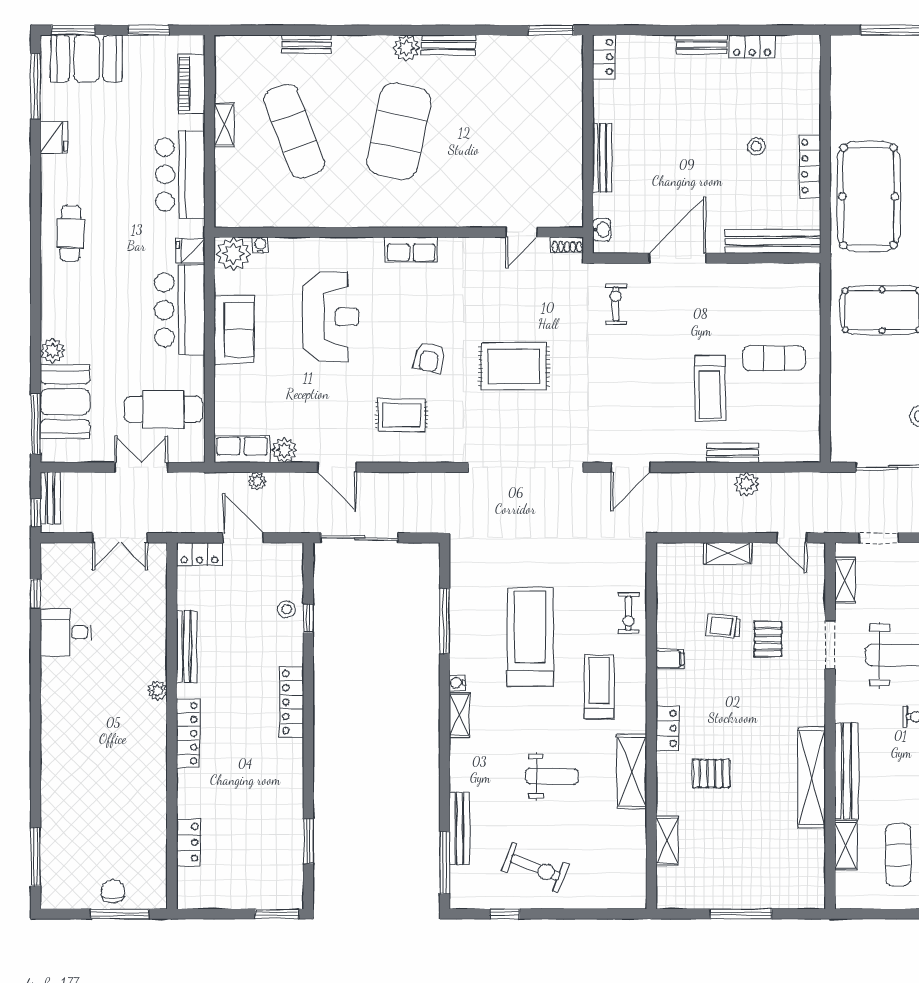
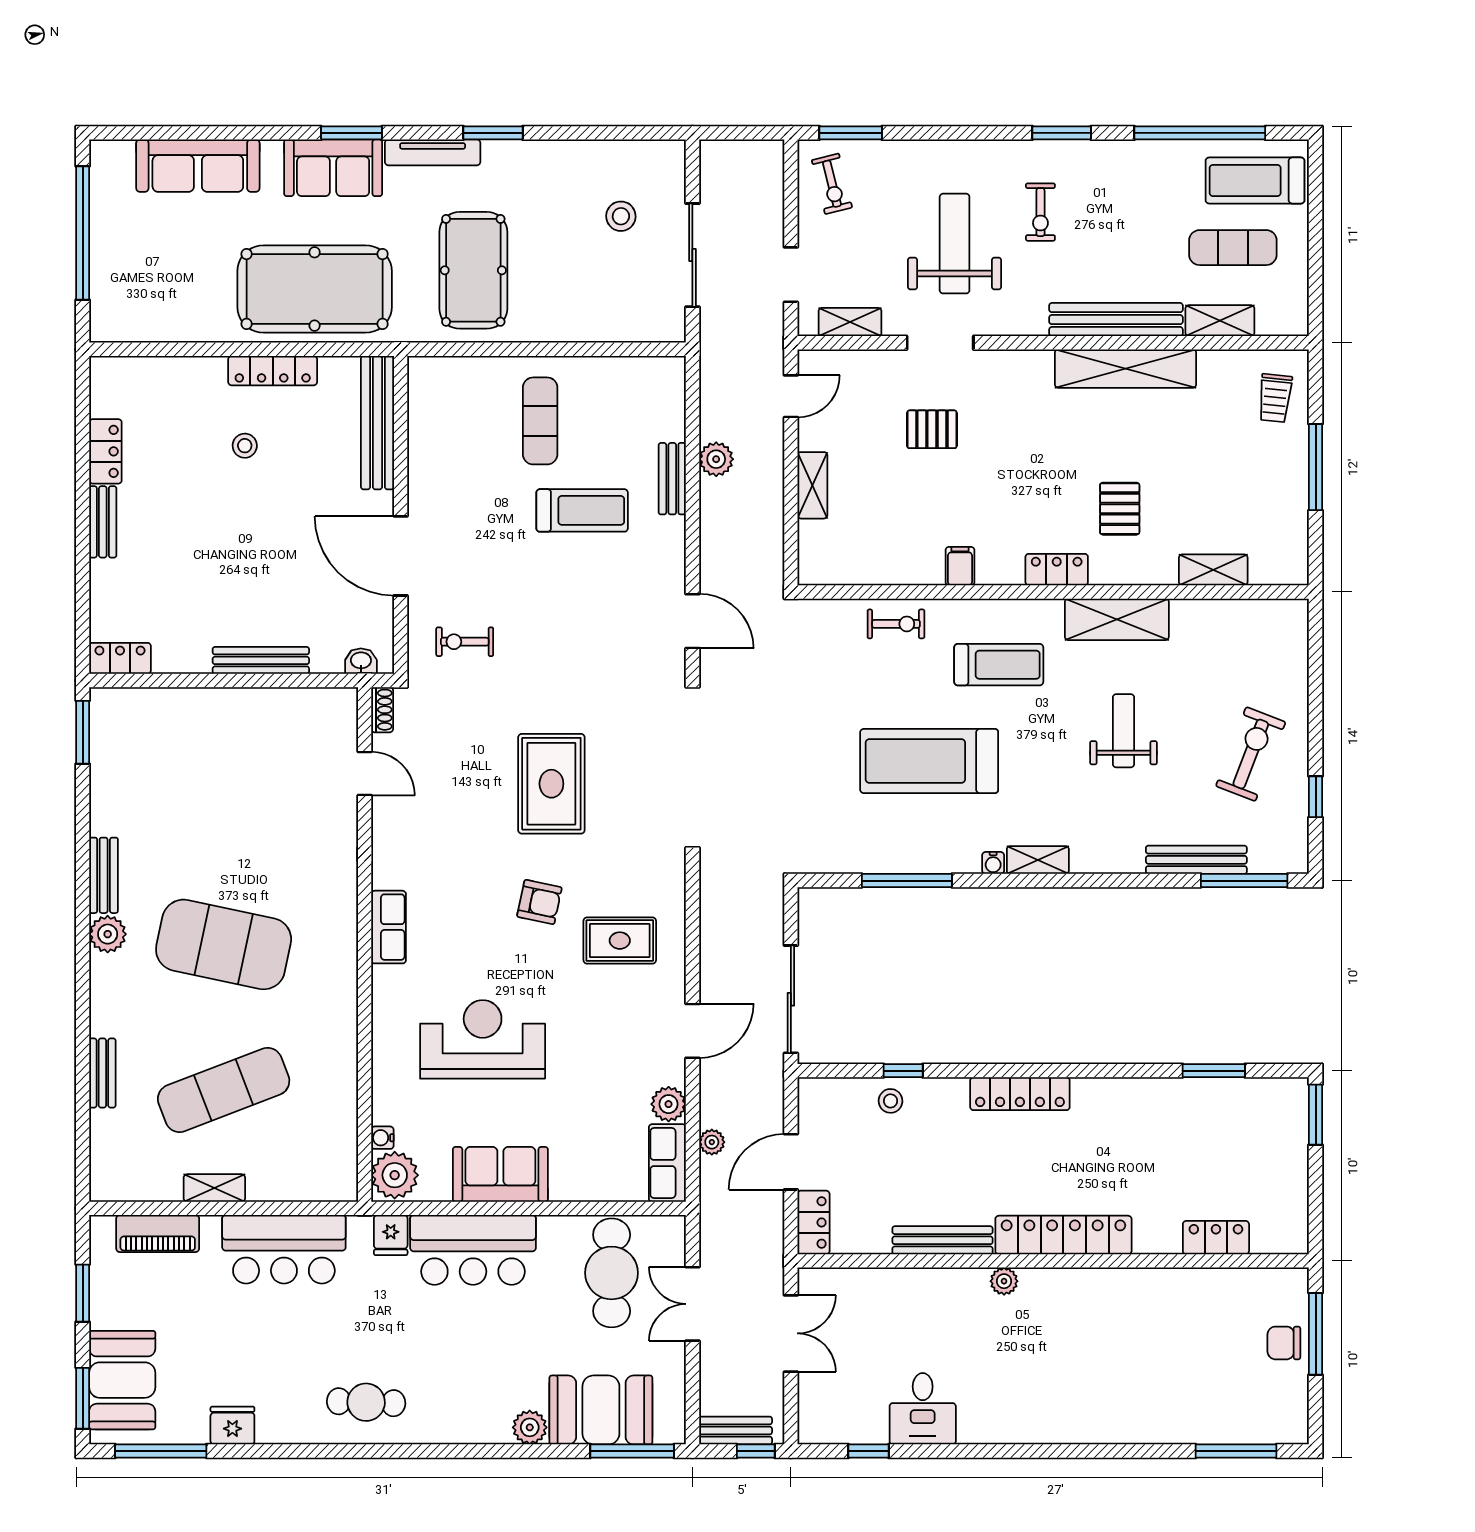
rug: (402, 415) -> (620, 941), turned 90
trolley: (723, 626) -> (1275, 398), moved
treadmill: (599, 687) -> (999, 665), turned 180
locker: (188, 733) -> (1063, 1235), width x1.41, depth x1.21

